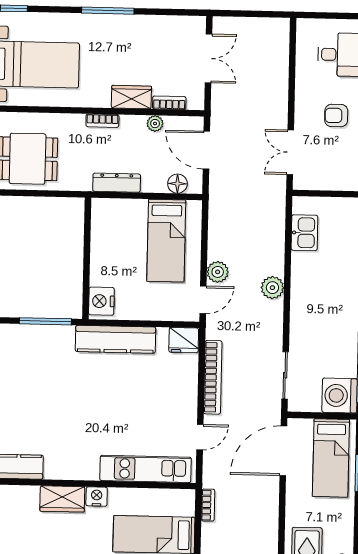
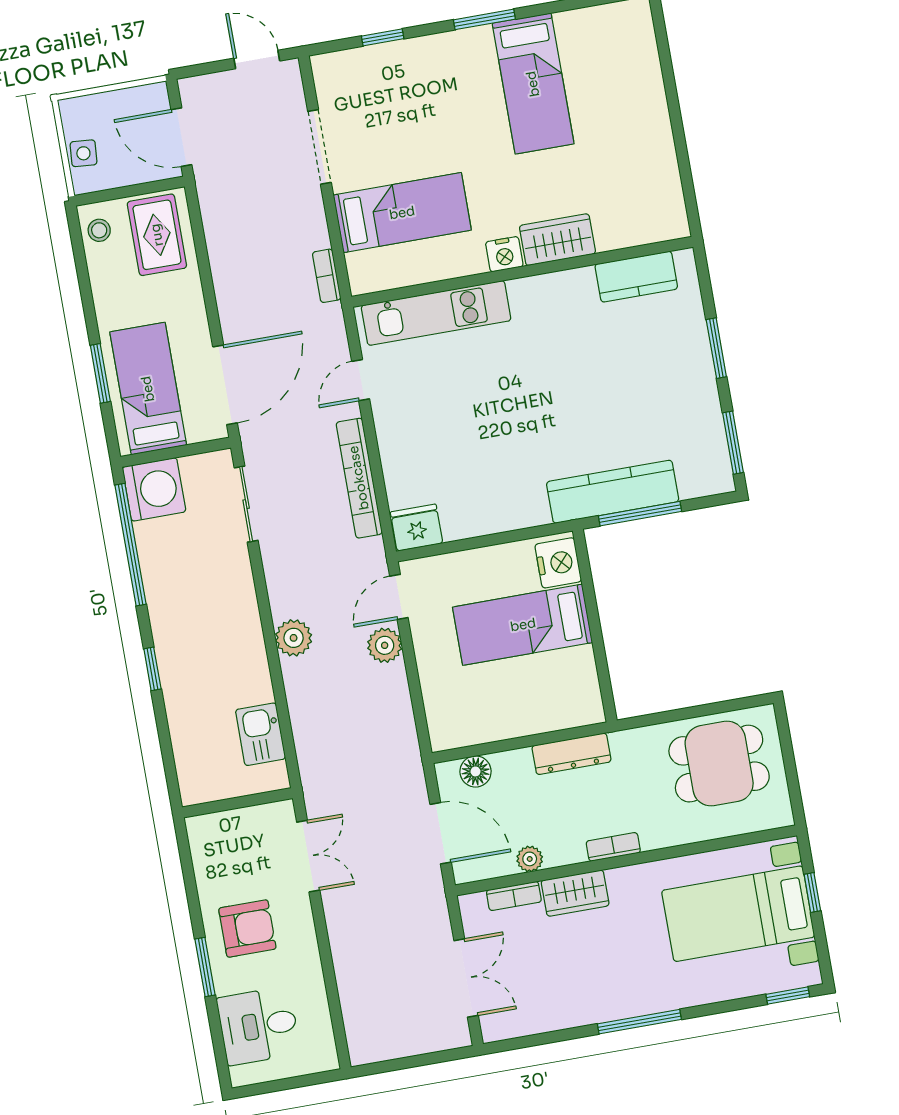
double door: (209, 58) -> (466, 978), swing flipped
armchair: (336, 115) -> (247, 928), width x1.38, depth x1.38
bed: (166, 241) -> (523, 625), moved, turned -90
kitchen counter: (116, 339) -> (613, 492), moved

